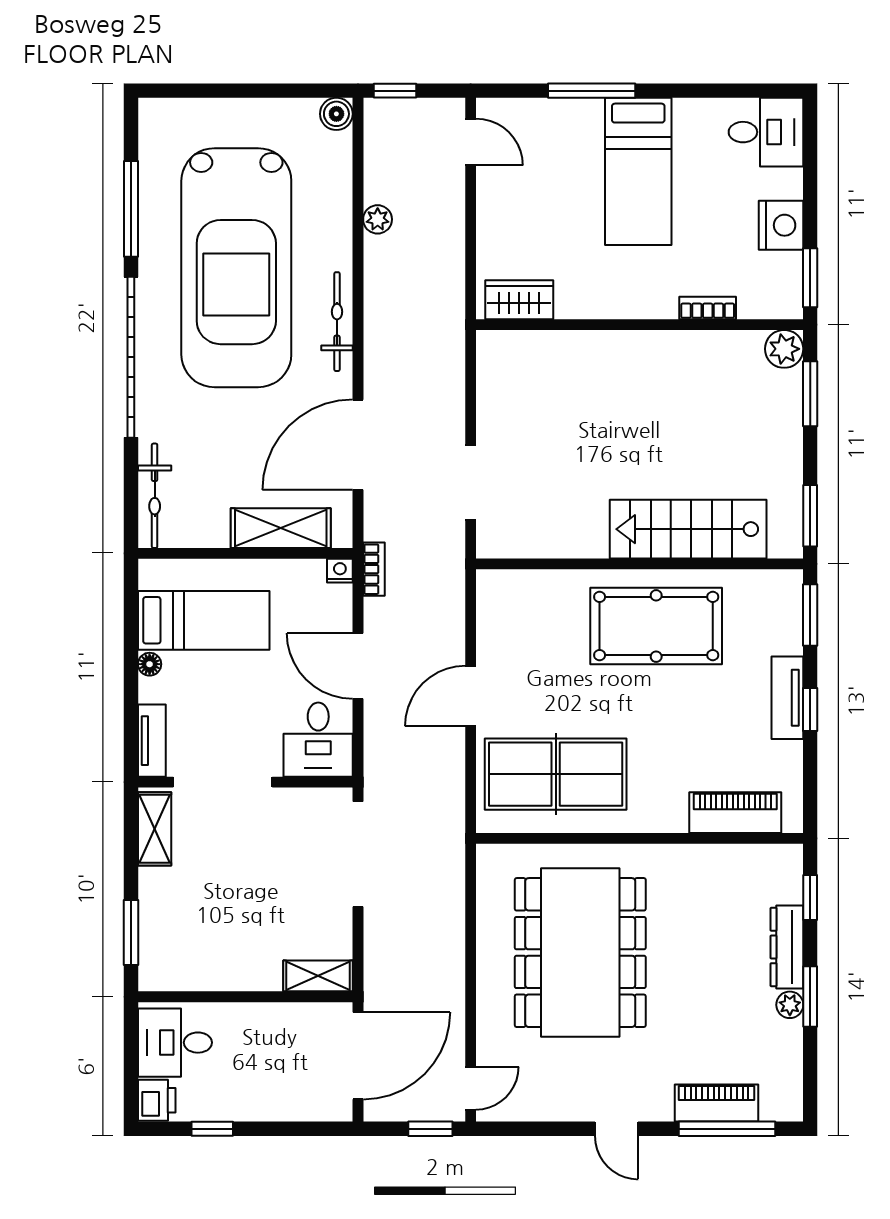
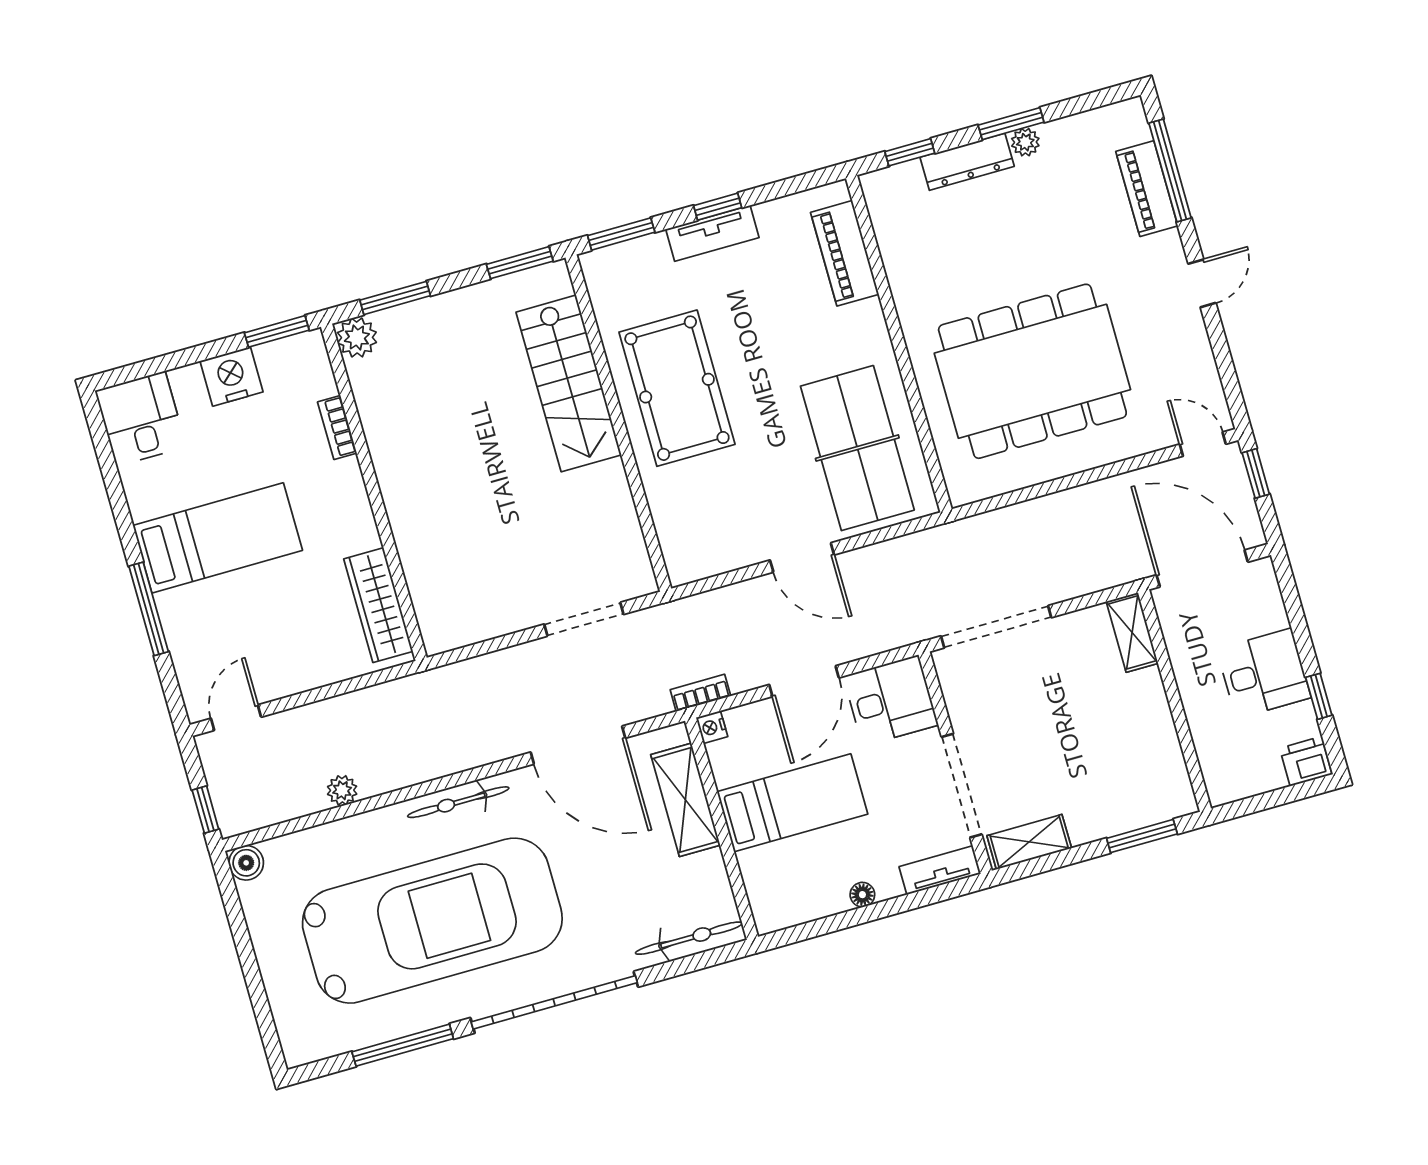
wardrobe: (519, 300) -> (378, 605), width x1.50
bed: (204, 620) -> (792, 803), moved, turned 90
desk: (175, 1043) -> (1264, 673), moved, turned -90

